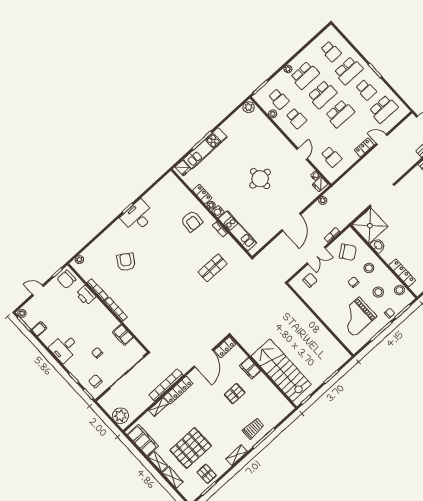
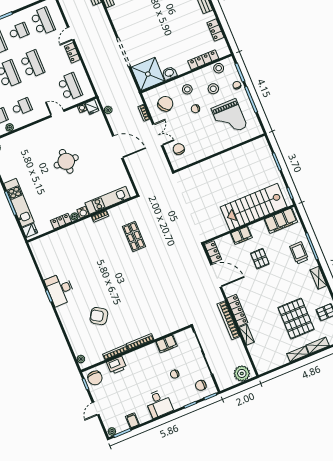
school desk: (331, 157) -> (70, 87), width x1.85
armchair: (192, 221) -> (83, 240), removed
filing cabinet: (143, 440) -> (281, 221), moved, turned 180

